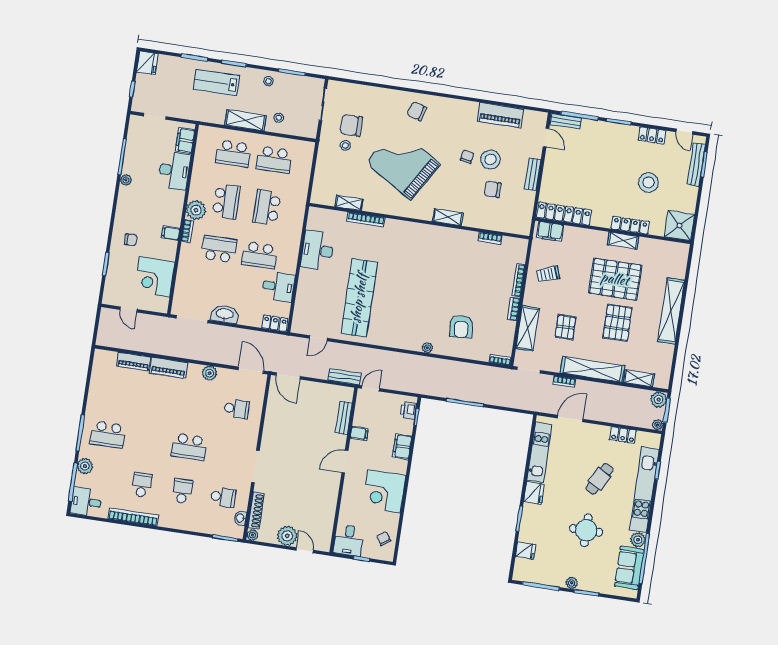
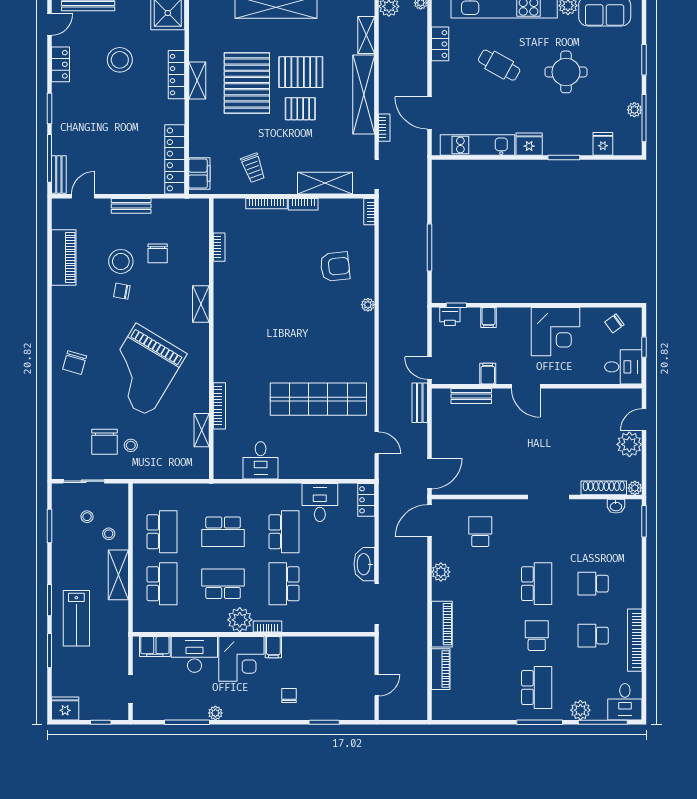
stool: (268, 81) -> (87, 517), moved
desk: (318, 250) -> (261, 460), width x0.73
corner desk: (155, 277) -> (241, 659), moved
pallet: (565, 327) -> (300, 109), moved
filing cabinet: (402, 446) -> (488, 318), width x0.50
school desk: (223, 497) -> (537, 636), moved
plant: (572, 583) -> (634, 110), moved

